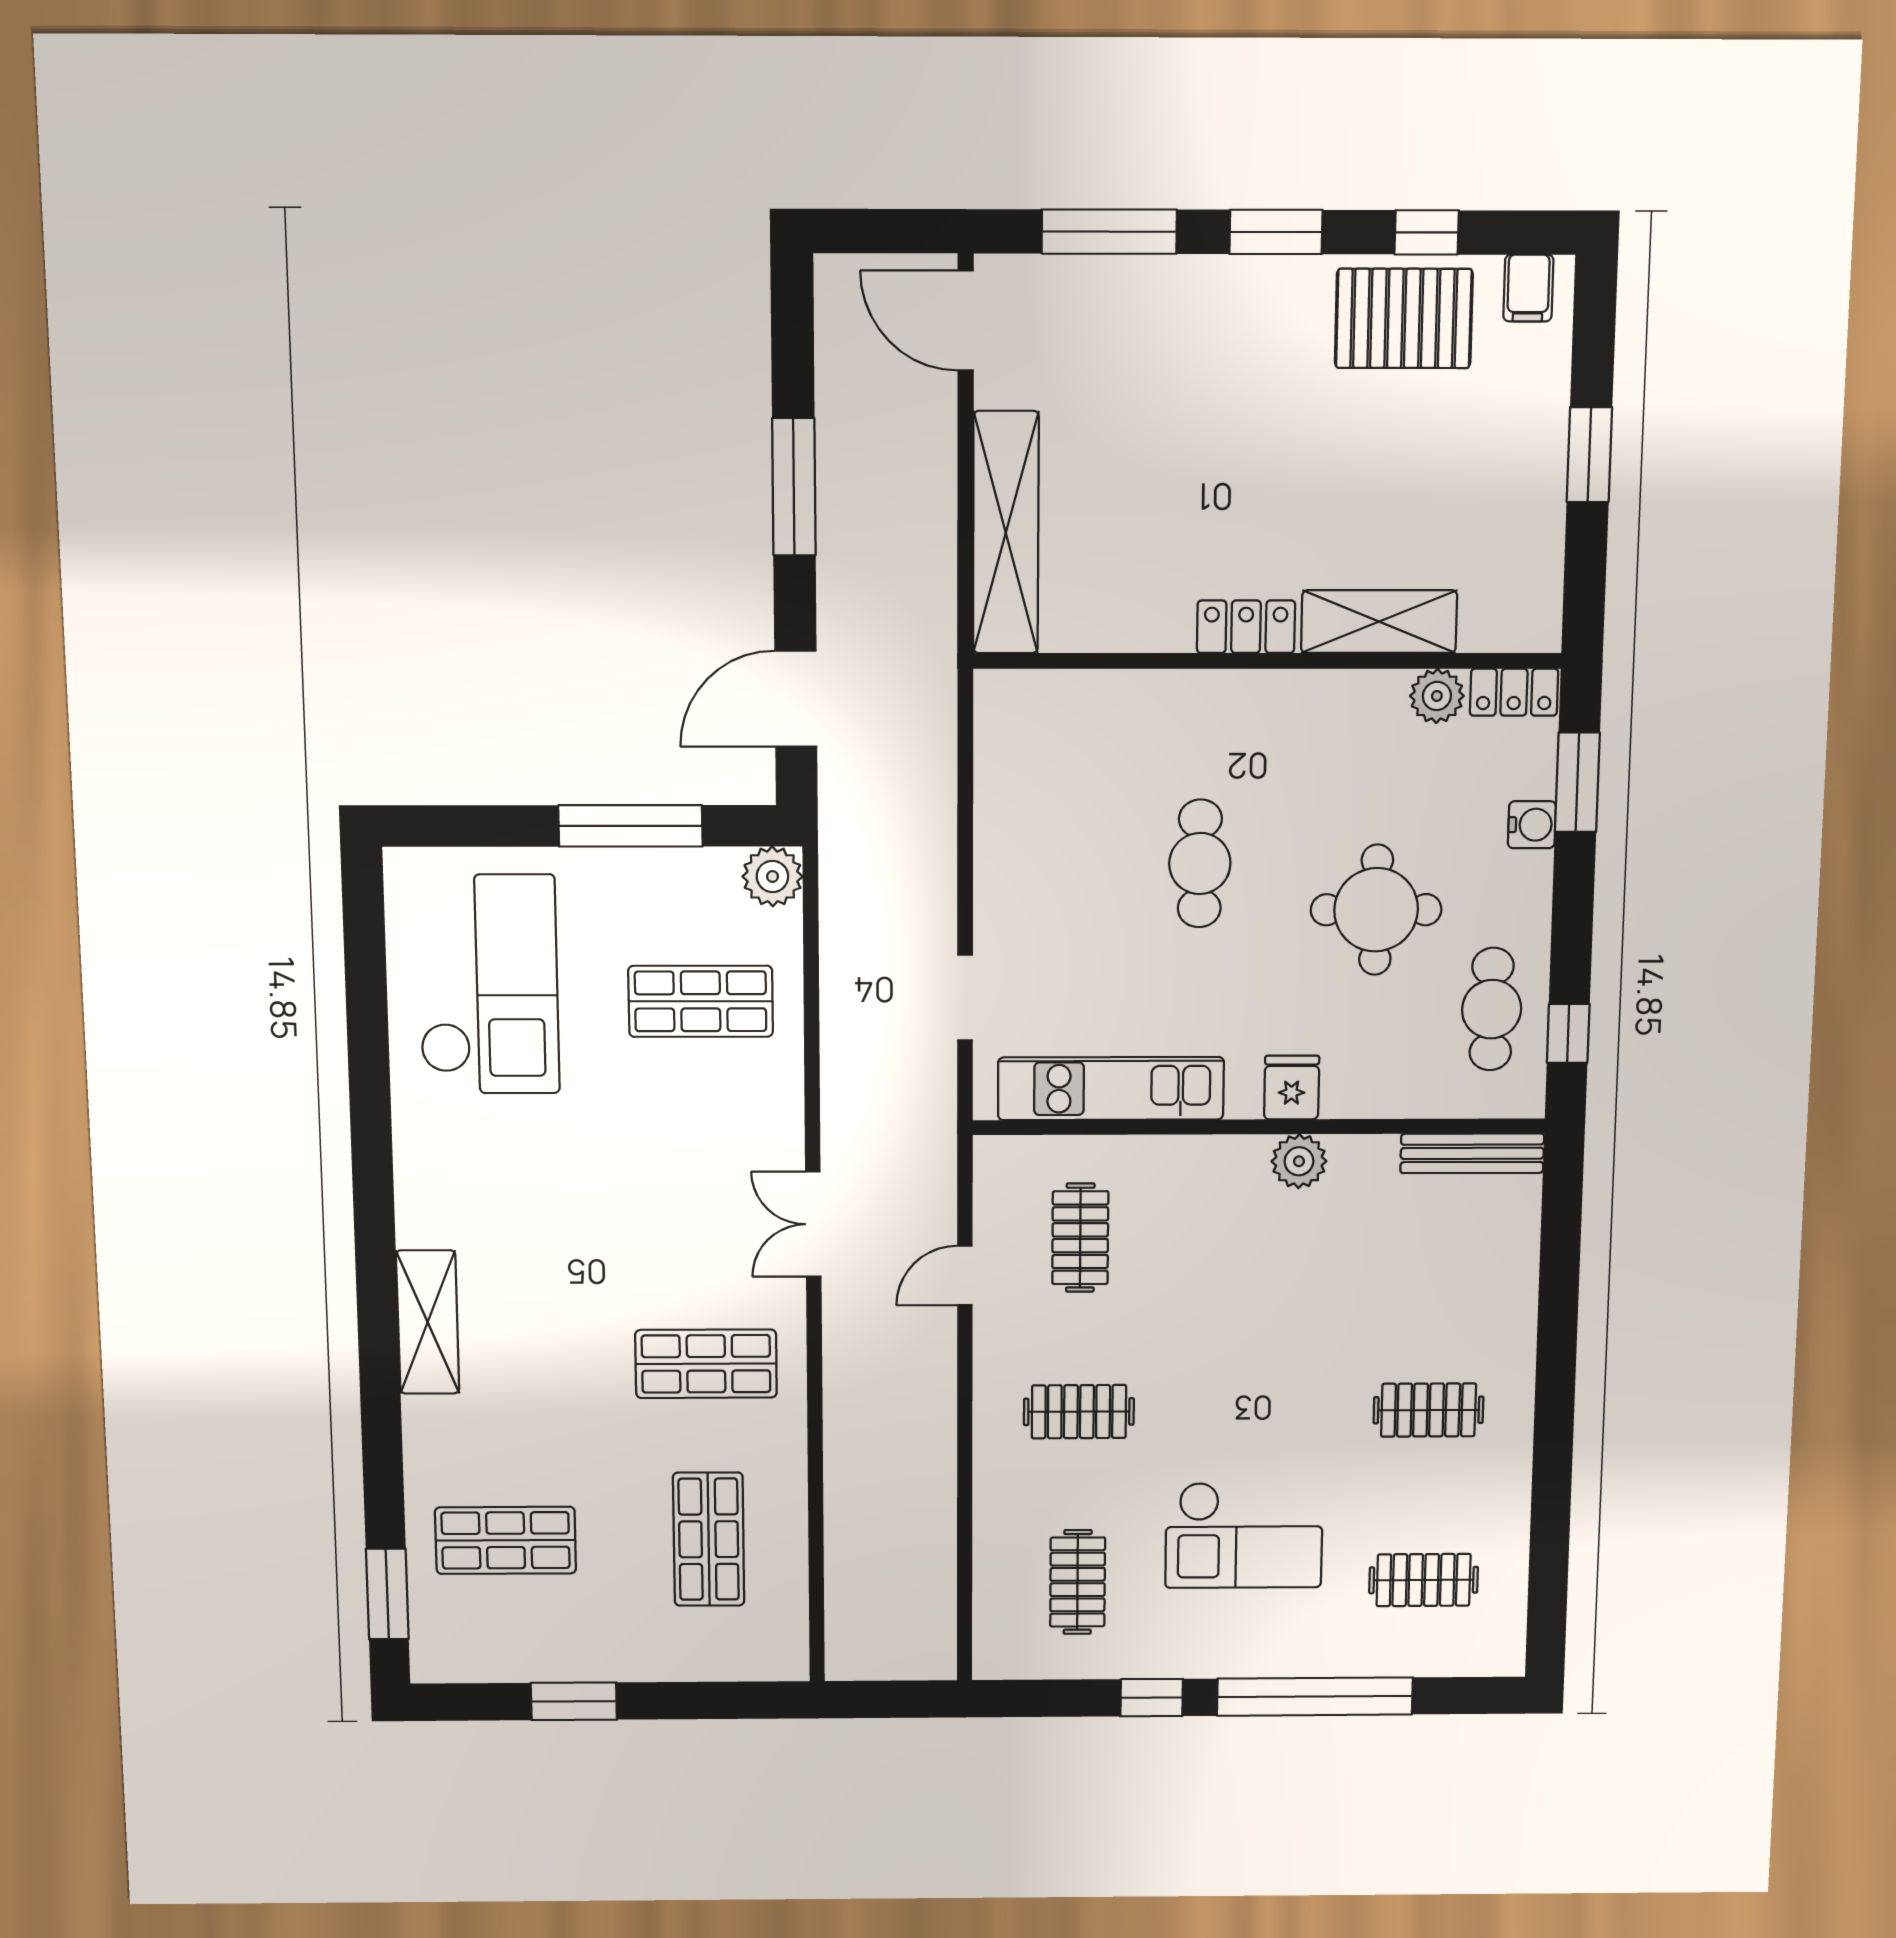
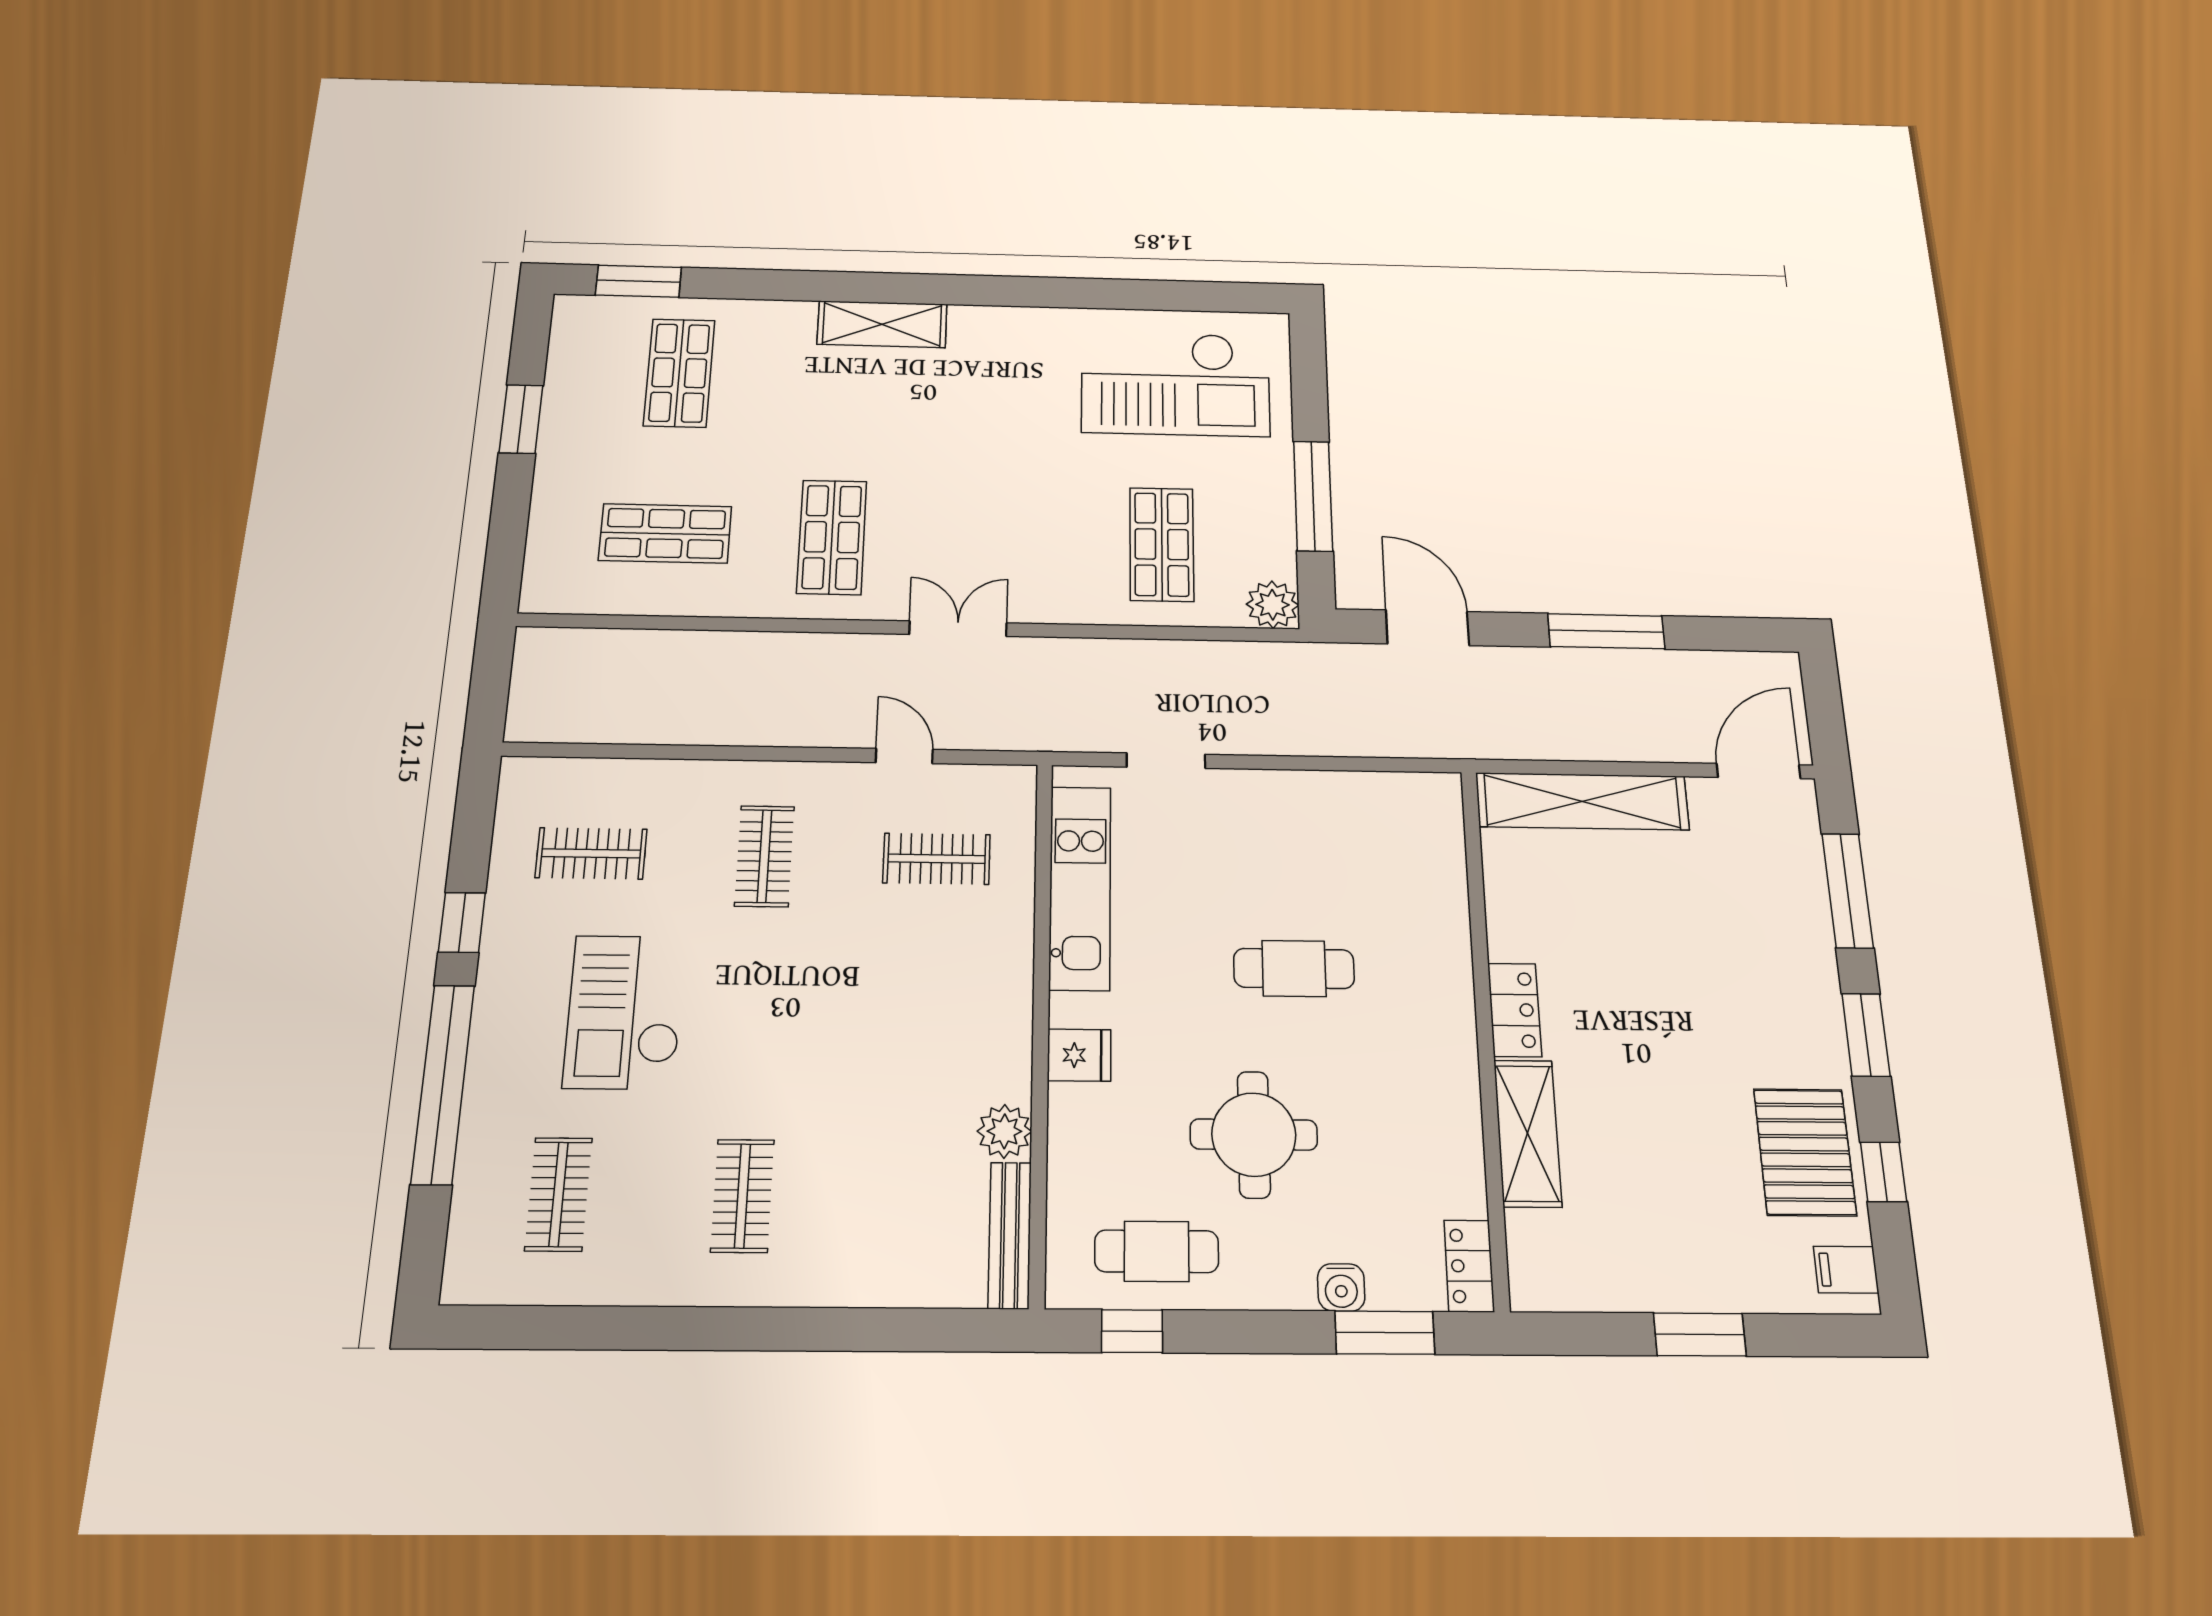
plant: (1437, 696) -> (1461, 1190), removed
plant: (1299, 1161) -> (1004, 1131), moved

